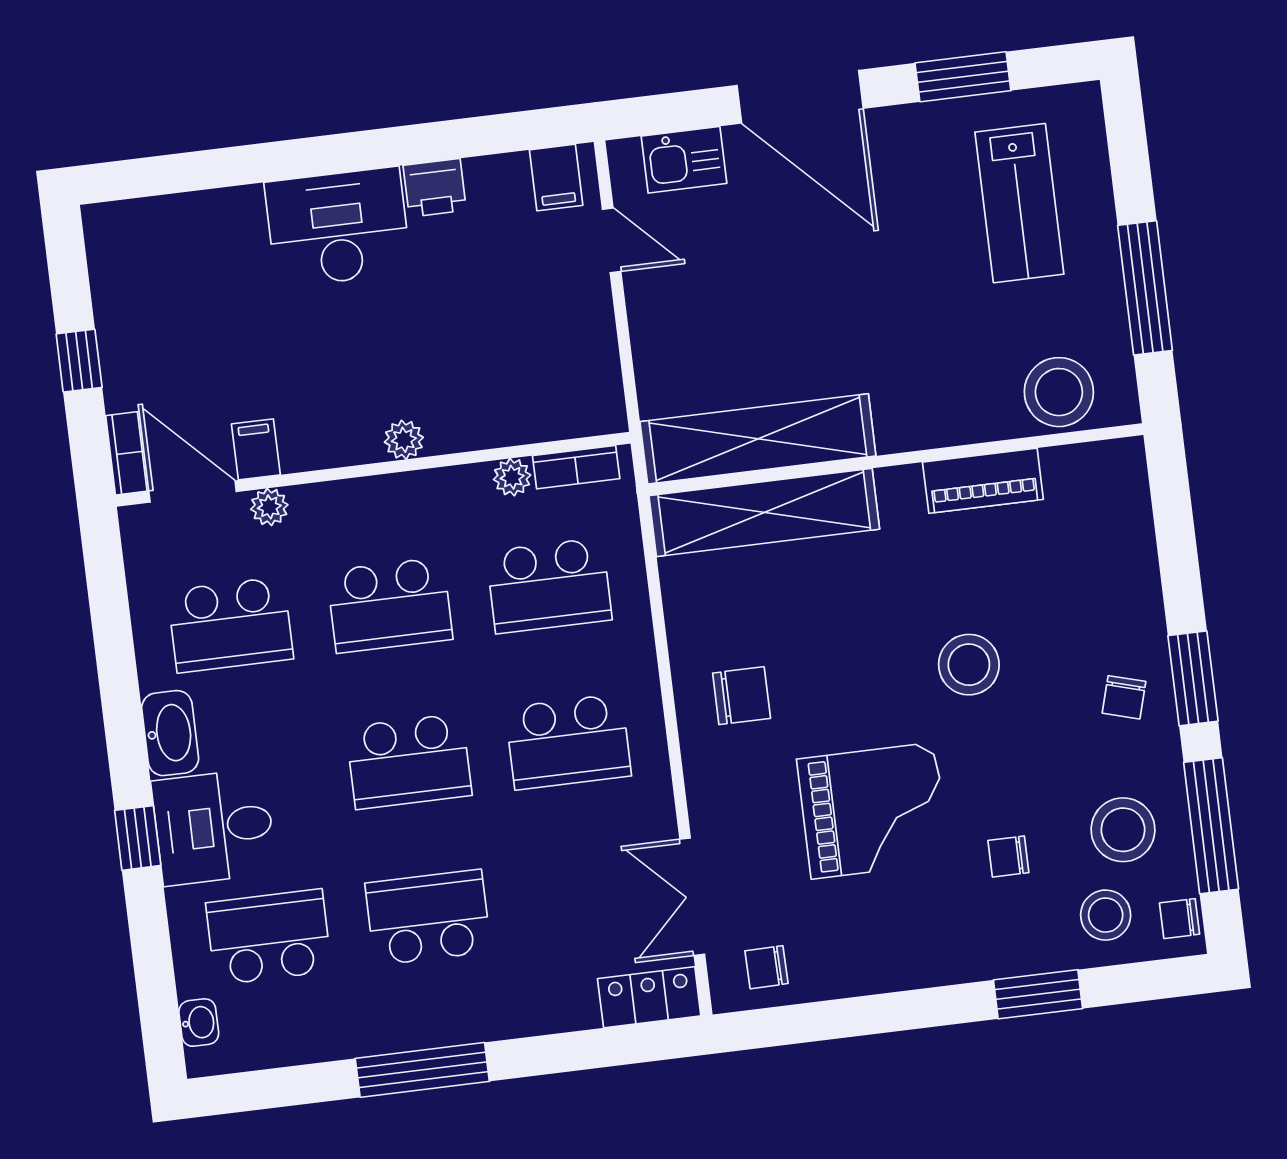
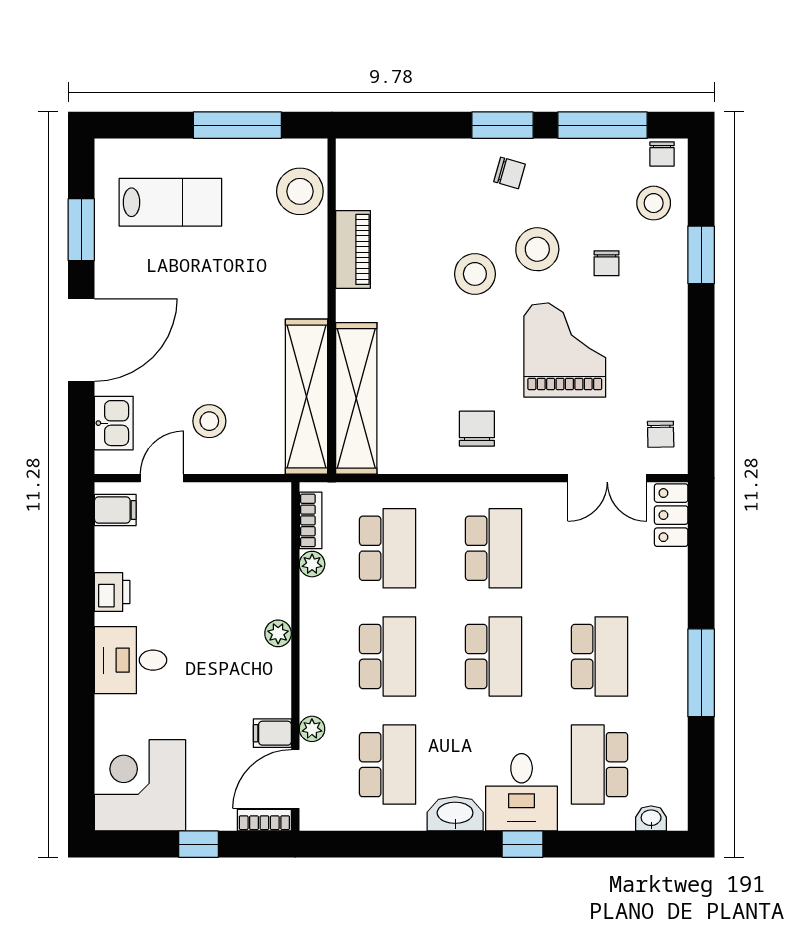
desk: (338, 227) -> (131, 660), width x0.73
corner desk: (155, 264) -> (140, 785), added
stool: (704, 300) -> (209, 421), added
stool: (1123, 830) -> (537, 249), moved
school desk: (428, 917) -> (600, 656), turned 180

